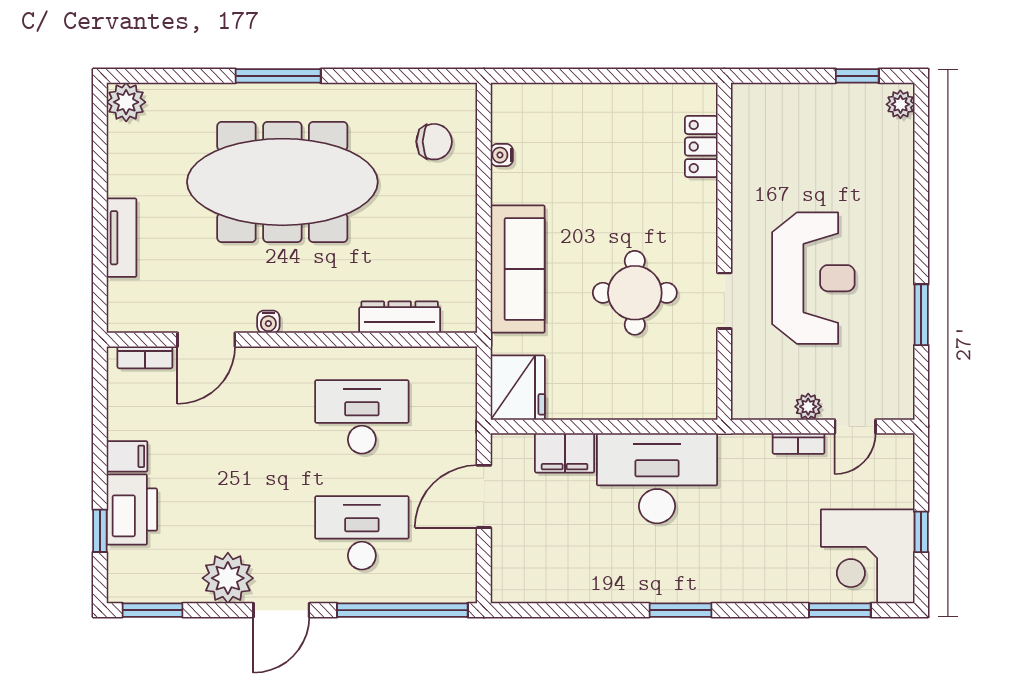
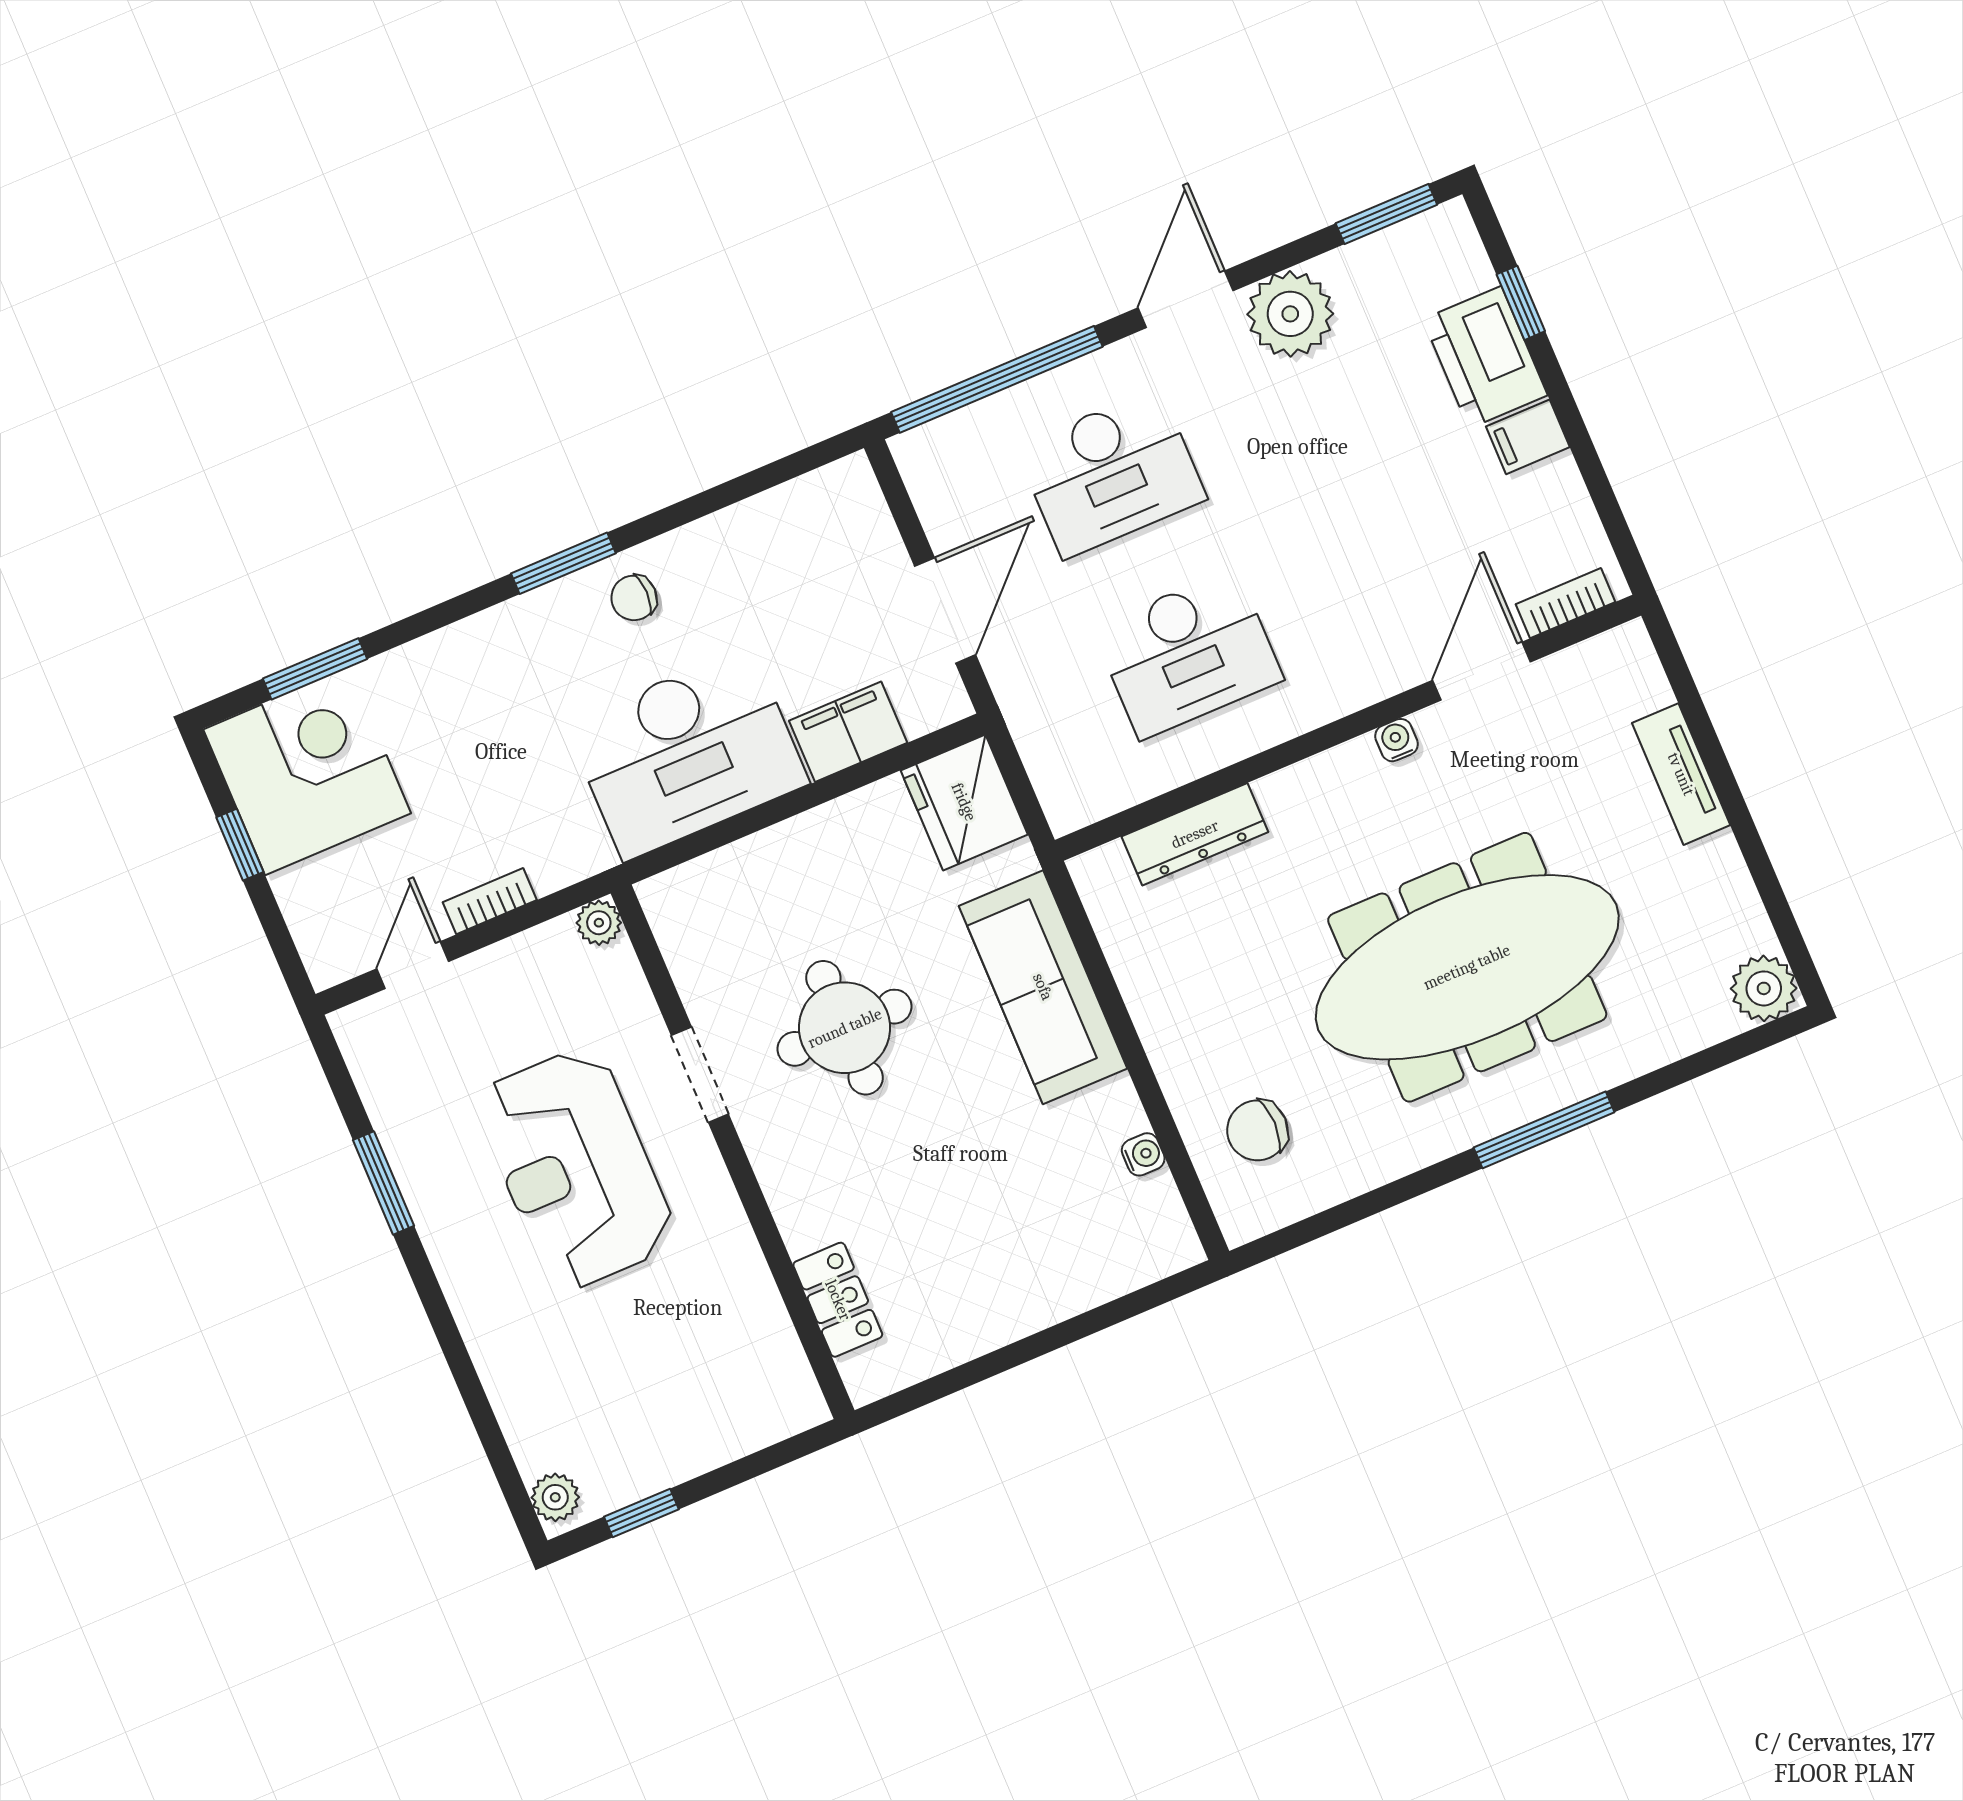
plant: (808, 407) -> (599, 923), moved
chair: (650, 575) -> (634, 598), added

